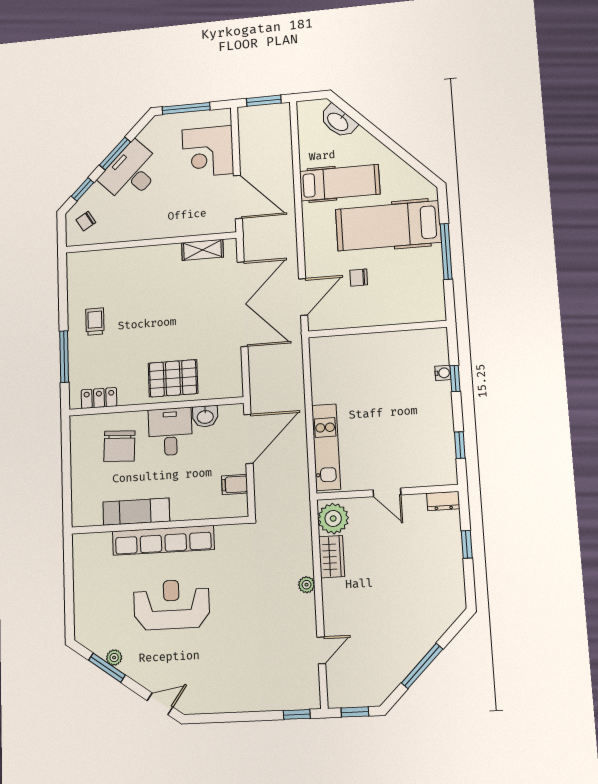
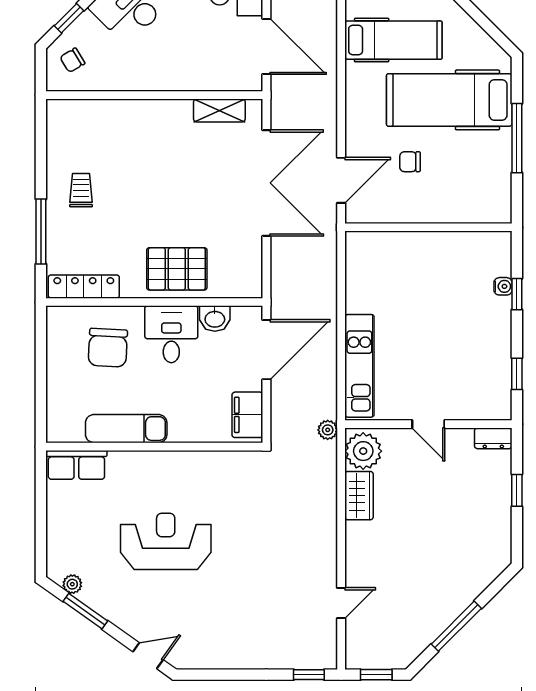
locker: (99, 398) -> (84, 287), width x1.53
filing cabinet: (235, 485) -> (247, 415), width x2.00
row of seats: (163, 540) -> (76, 465), moved, width x0.50
plant: (307, 585) -> (328, 430), moved
plant: (114, 658) -> (72, 584), moved

